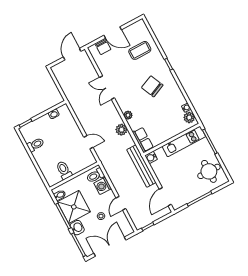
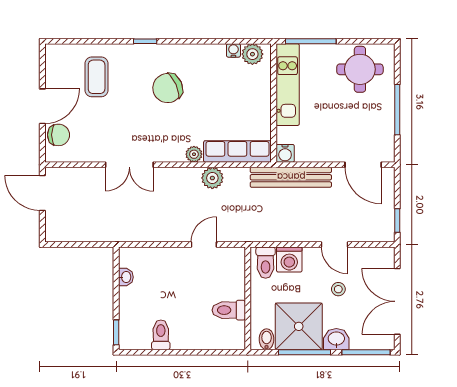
row of seats: (143, 140) -> (237, 151), width x1.48

